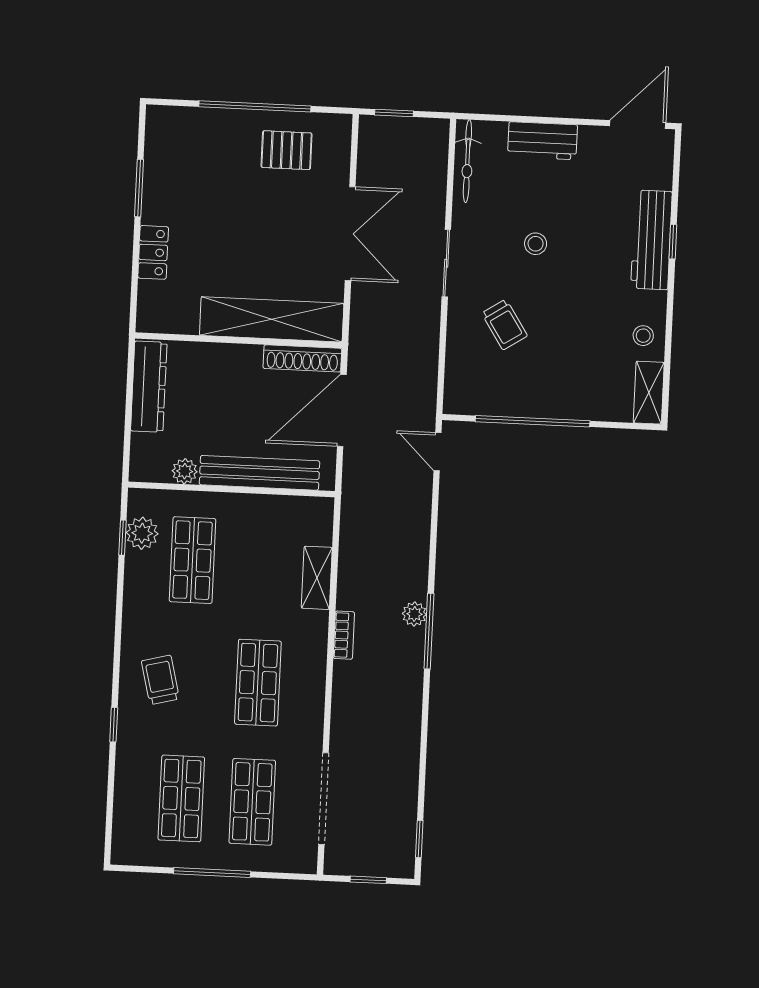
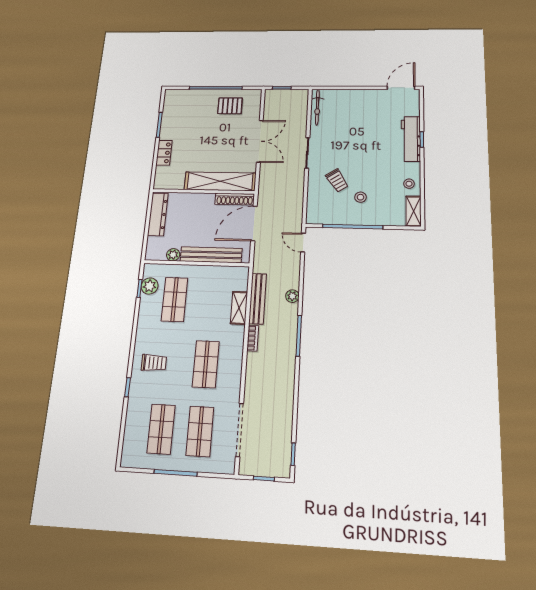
workbench: (543, 141) -> (354, 97), removed
stool: (536, 244) -> (360, 197), moved
bench: (351, 560) -> (257, 299), added
plant: (414, 614) -> (292, 296), moved
trolley: (160, 680) -> (154, 363), turned 104

